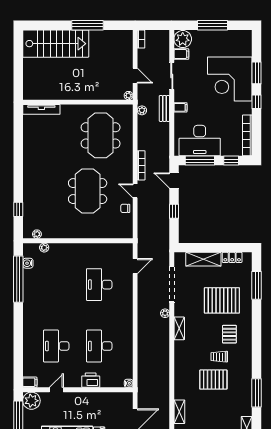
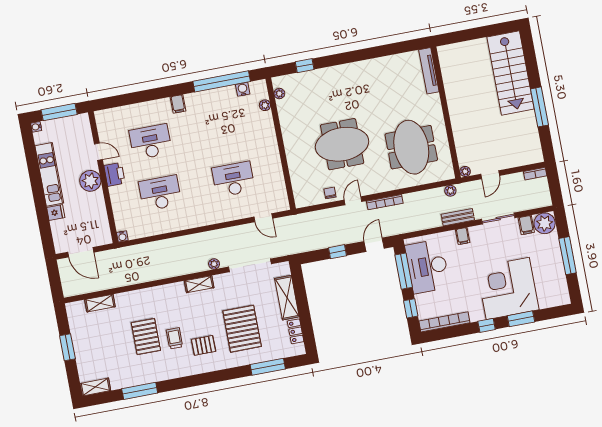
meeting table: (101, 135) -> (411, 147), turned 90
printer: (91, 380) -> (114, 174), moved
filing cabinet: (30, 382) -> (178, 104), moved
plant: (31, 401) -> (90, 181), moved

